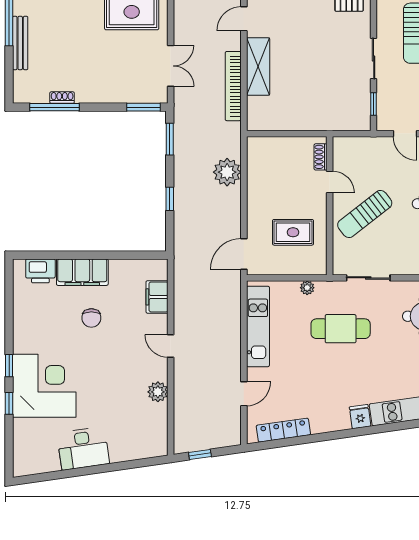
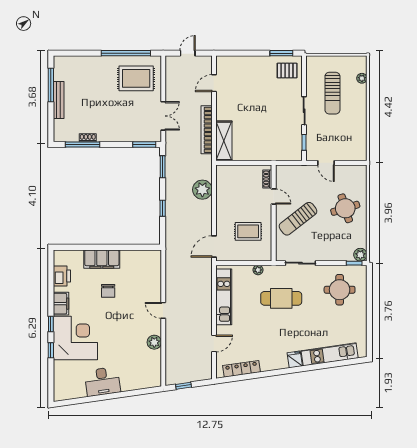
shelving: (258, 67) -> (224, 141), moved
printer: (40, 271) -> (62, 276), moved, turned -90
filing cabinet: (157, 297) -> (61, 304), moved, turned 180

